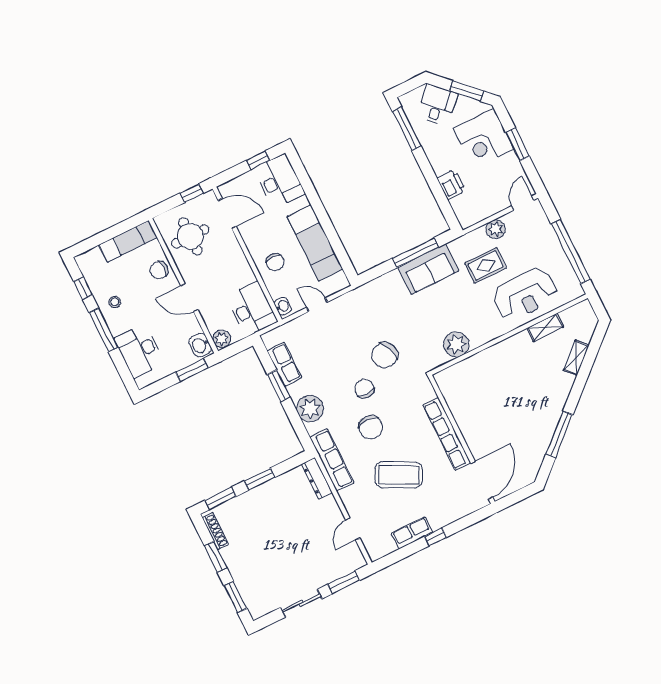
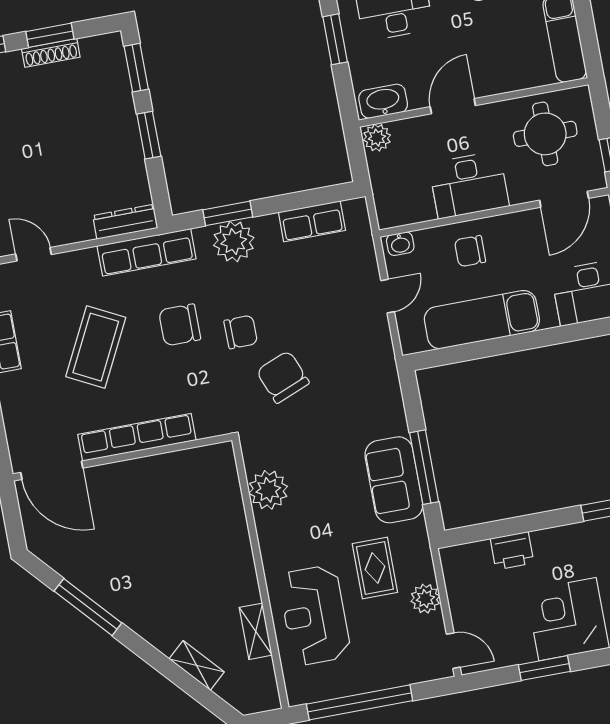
chair: (159, 270) -> (507, 72), removed
desk: (252, 309) -> (469, 185), moved
washbasin: (200, 345) -> (383, 101), width x1.38
window: (192, 370) -> (335, 39), moved
window: (279, 386) -> (228, 213), moved
shoe rack: (215, 531) -> (51, 53), moved

